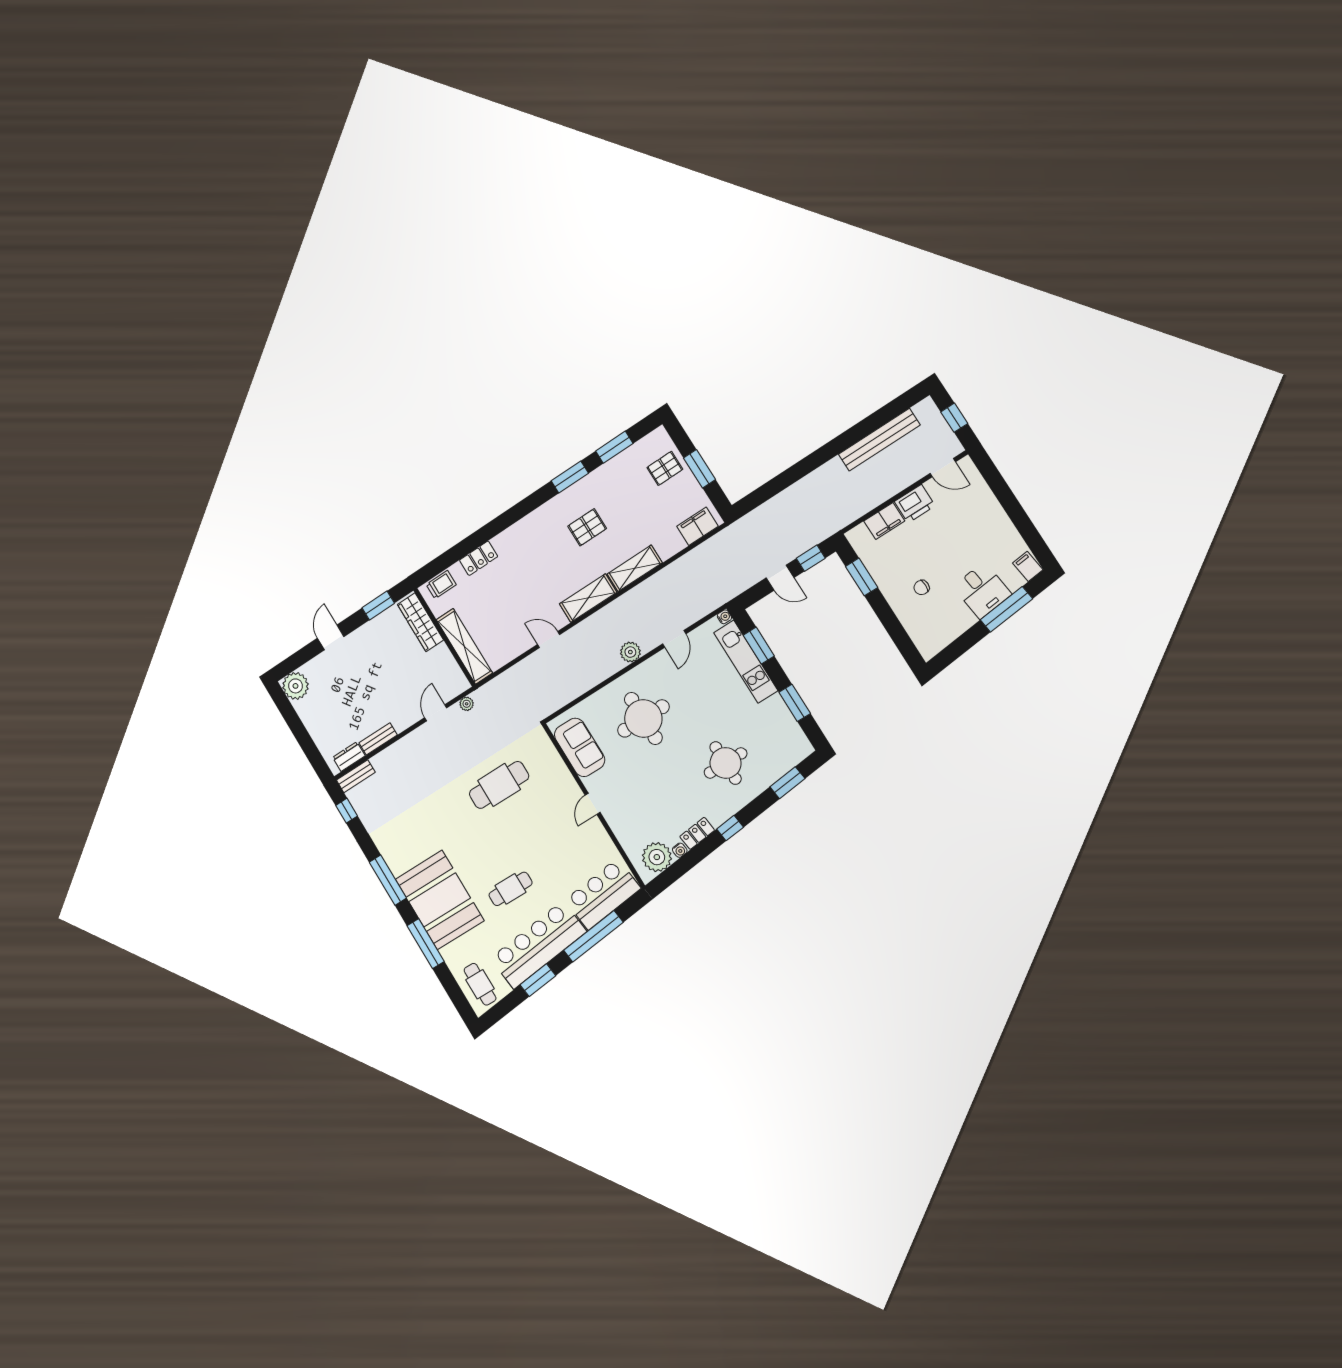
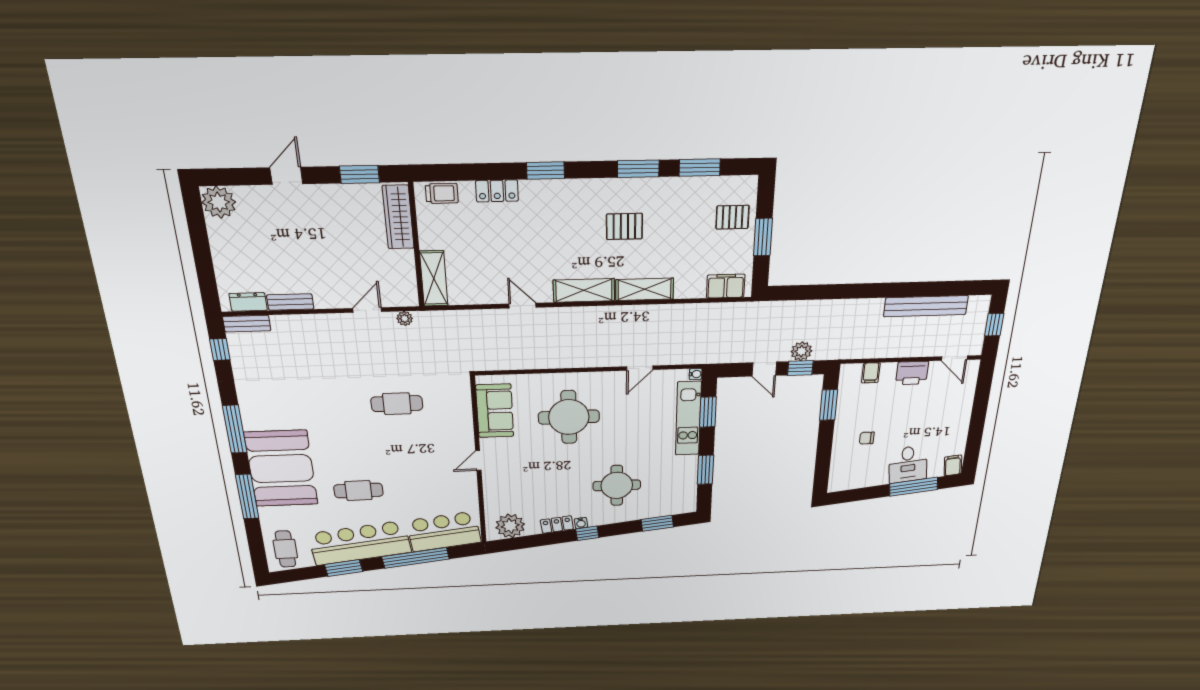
window: (504, 521) -> (546, 171), added
filing cabinet: (884, 521) -> (871, 373), width x0.50
shelving: (464, 646) -> (434, 278), width x0.68
plant: (630, 652) -> (801, 351), moved
cafe table: (499, 785) -> (397, 404), width x0.73, depth x0.74
water cooler: (680, 850) -> (581, 523), moved

